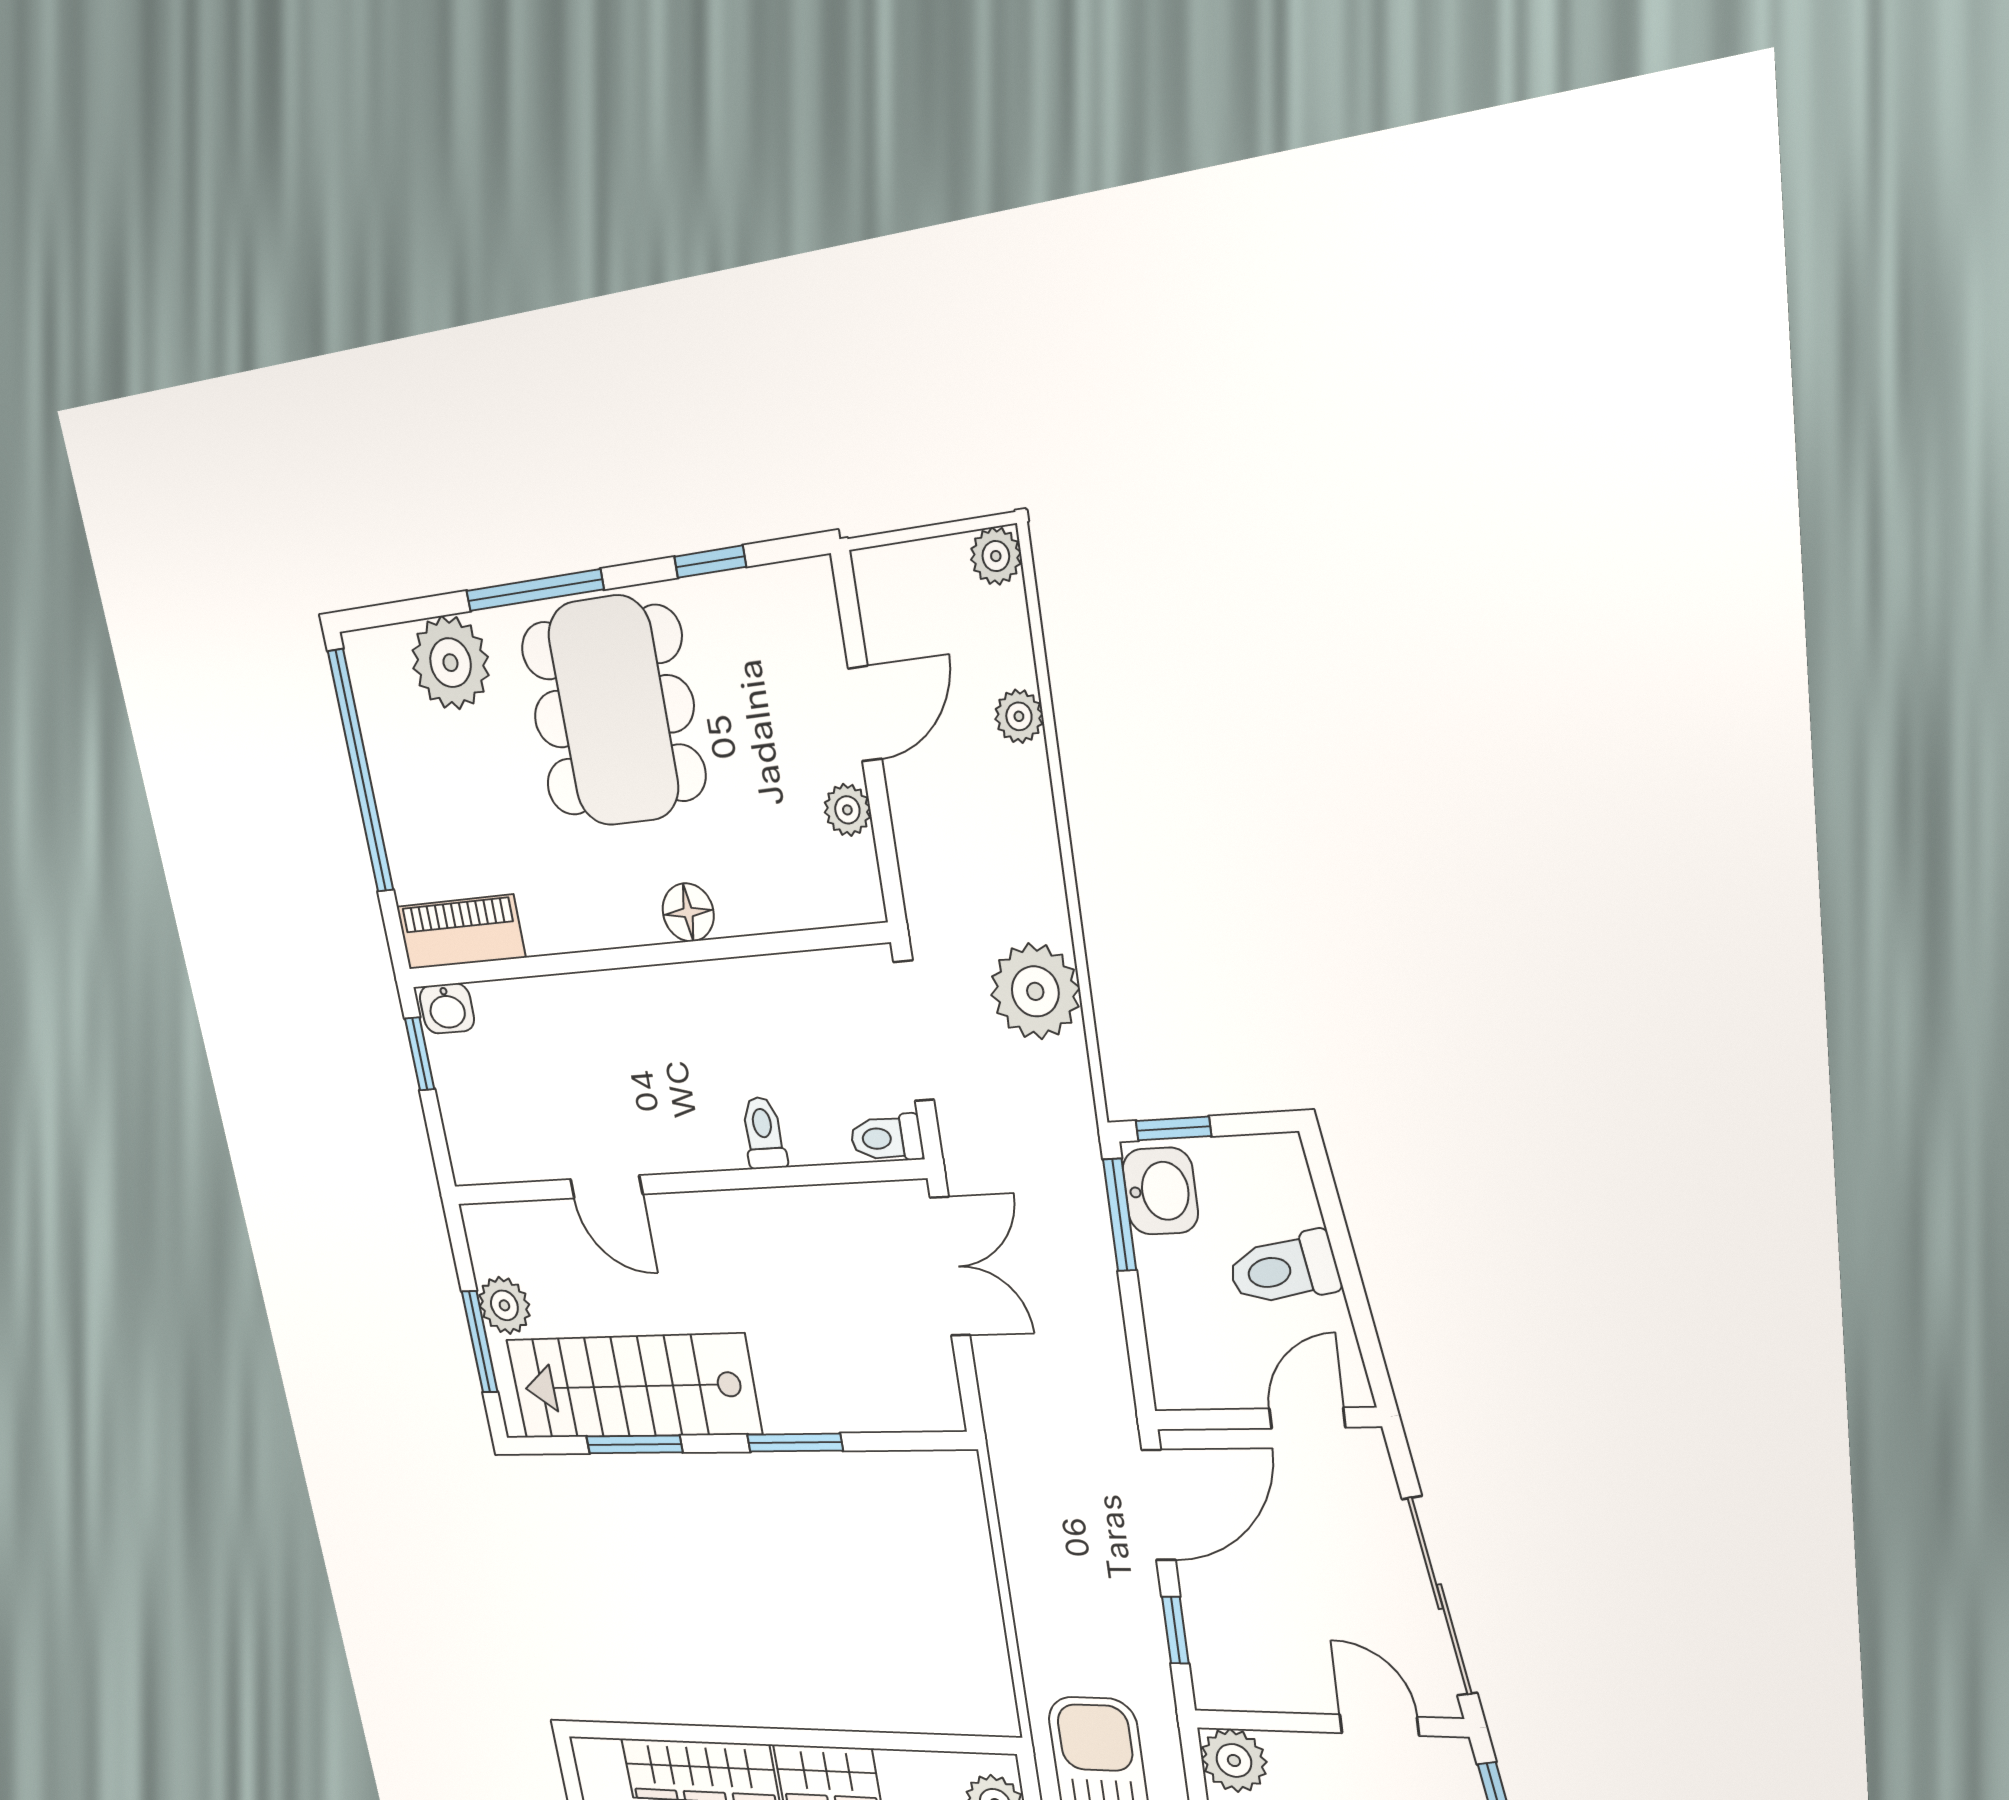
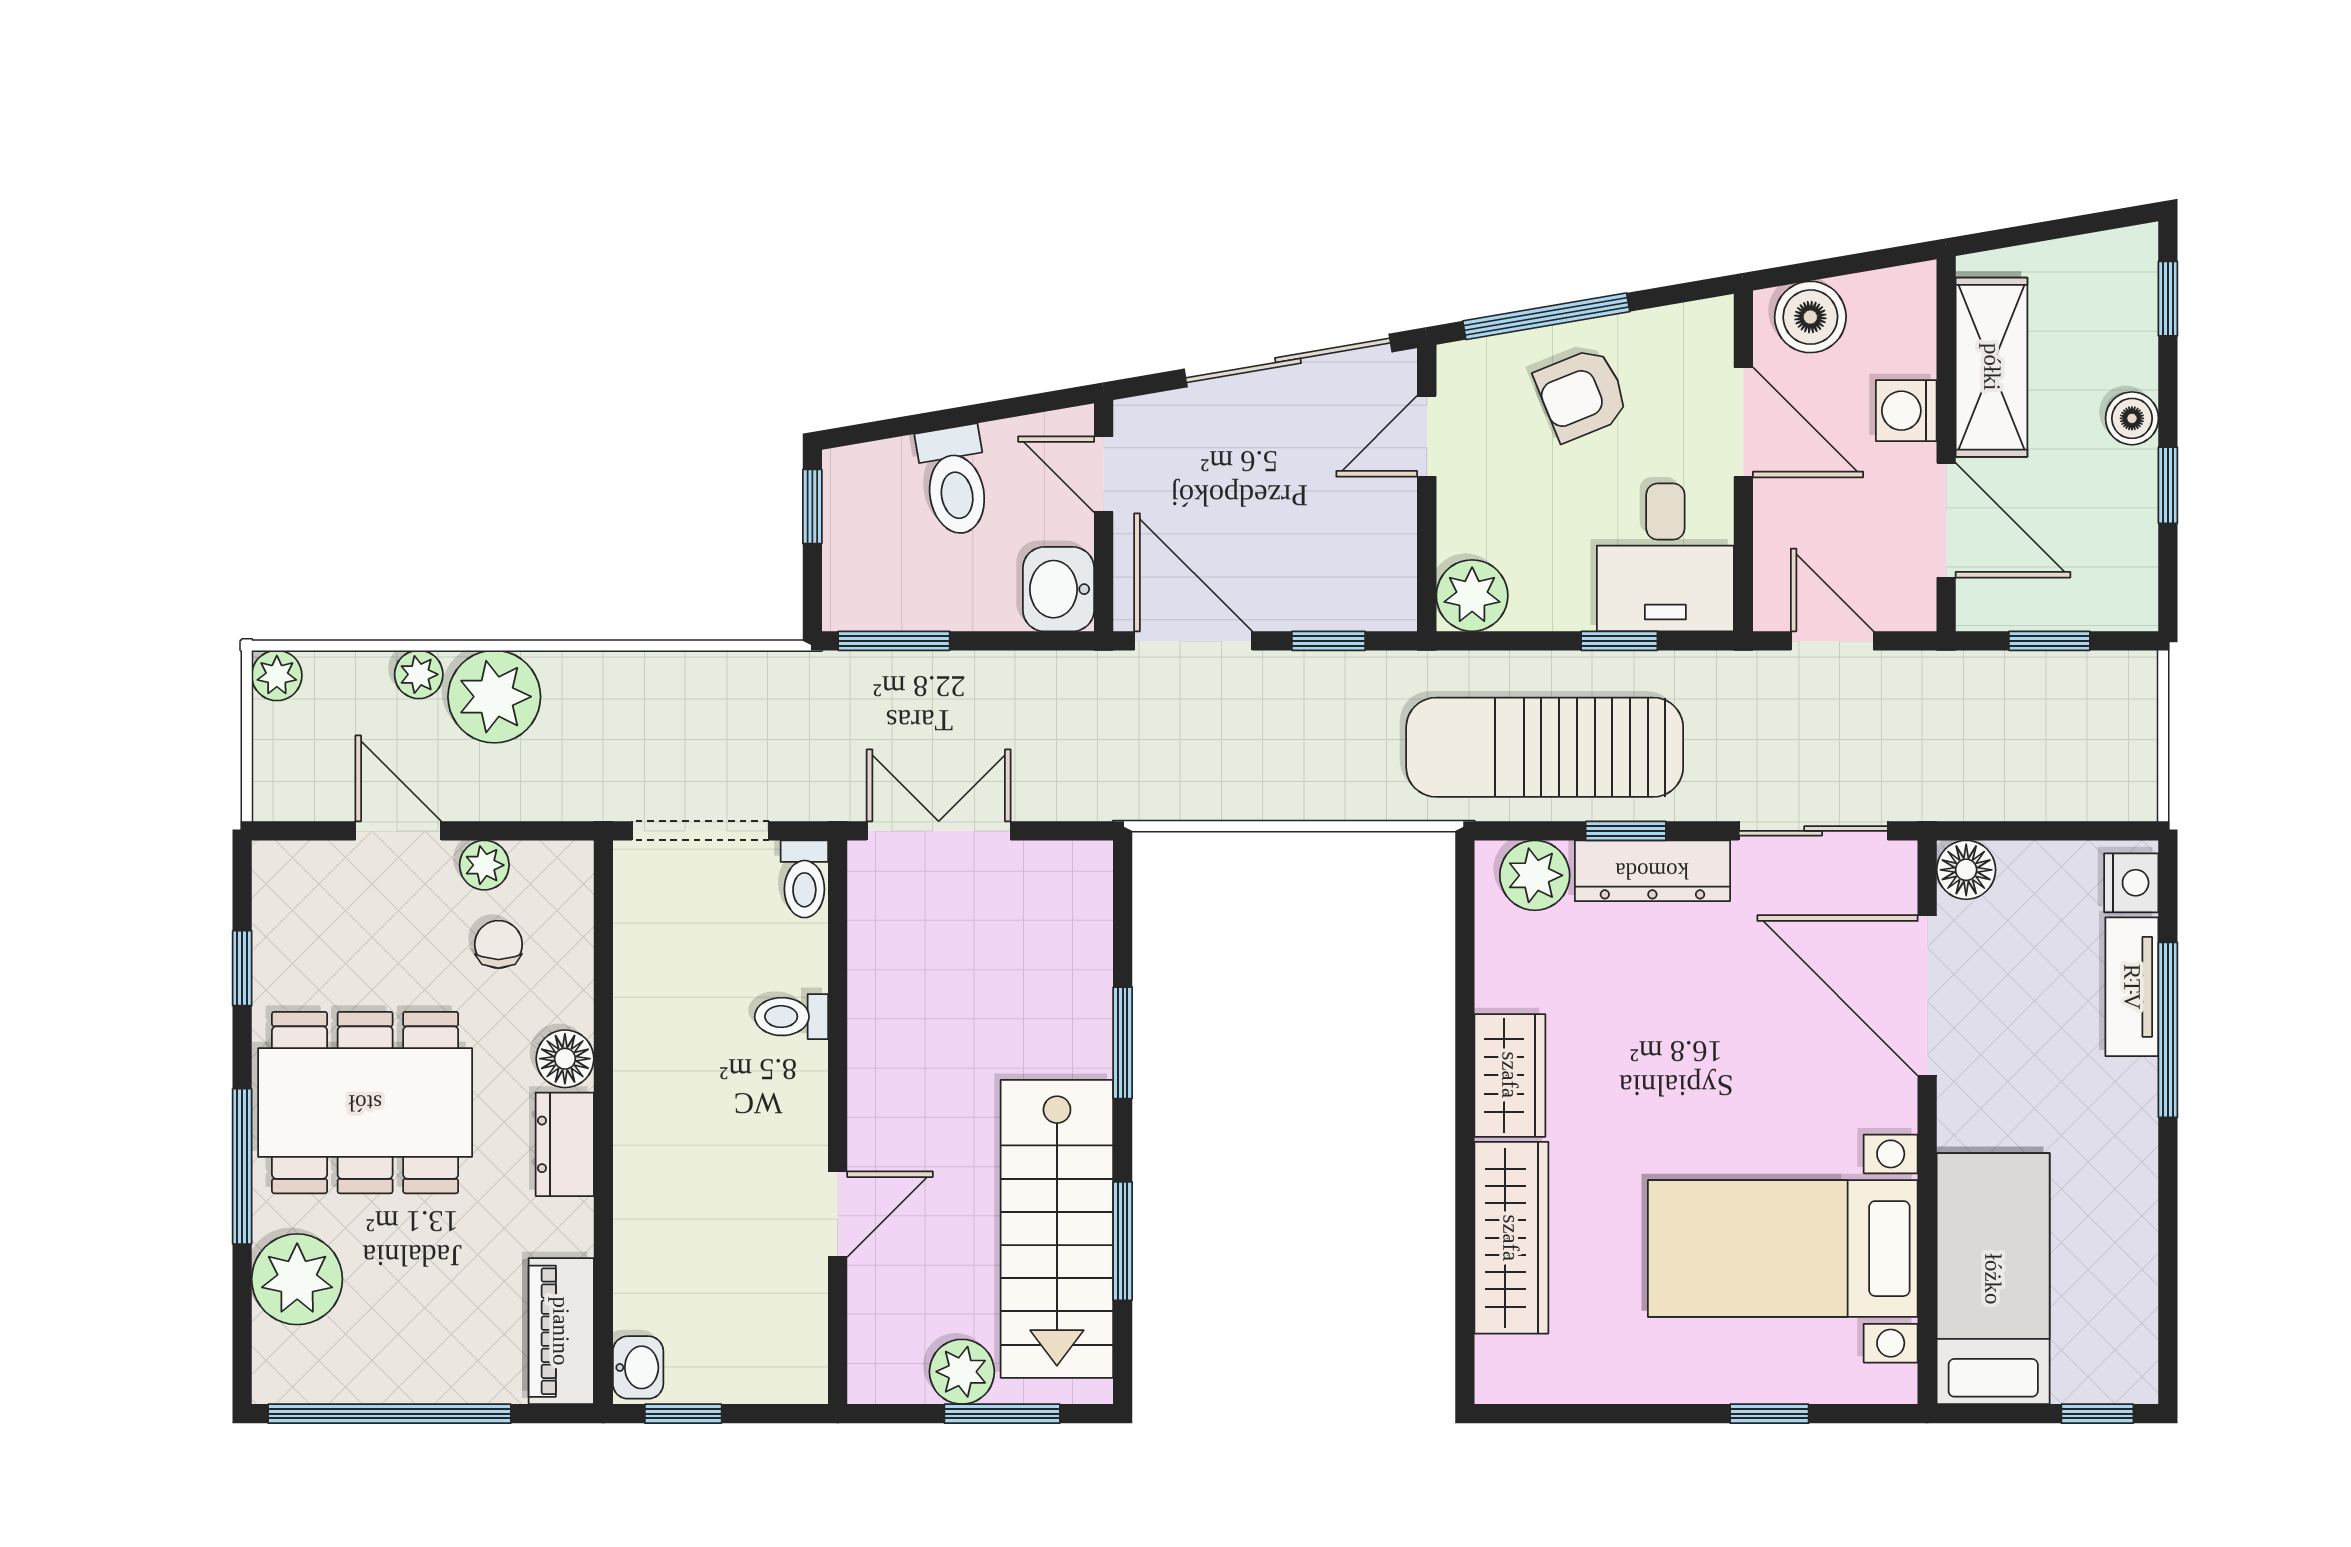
chair: (778, 833) -> (498, 944), added
dresser: (615, 920) -> (565, 1144), added
plant: (1035, 991) -> (494, 697), moved
window: (1173, 1128) -> (812, 507), moved
washbasin: (1160, 1191) -> (1058, 589), moved, turned -90

